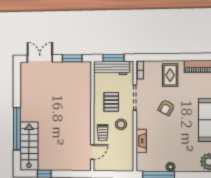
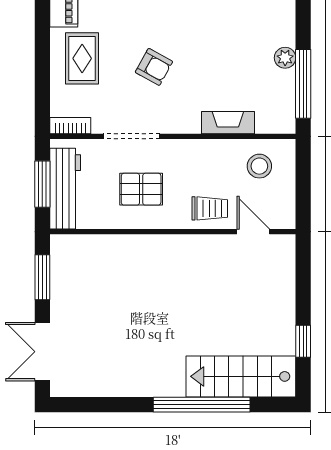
rug: (170, 75) -> (82, 58), turned 90
stool: (121, 124) -> (259, 166), moved

